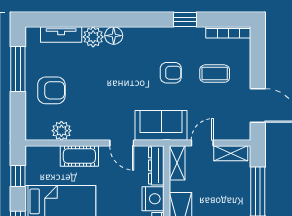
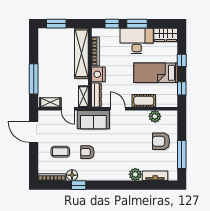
floor lamp: (114, 36) -> (72, 175), moved
door: (202, 143) -> (68, 109), hinge flipped

